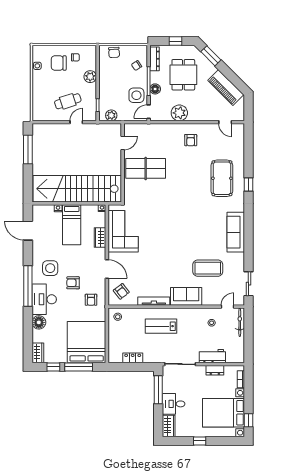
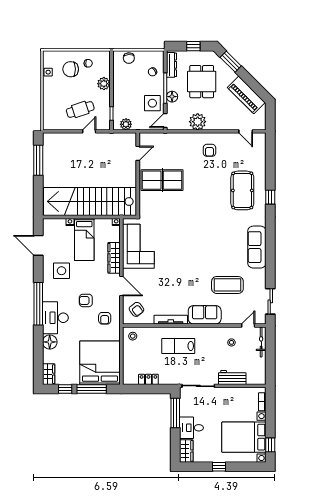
wardrobe: (100, 237) -> (114, 258), width x1.50
side table: (50, 268) -> (61, 271), moved
dresser: (215, 370) -> (235, 392), removed

